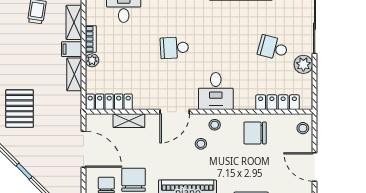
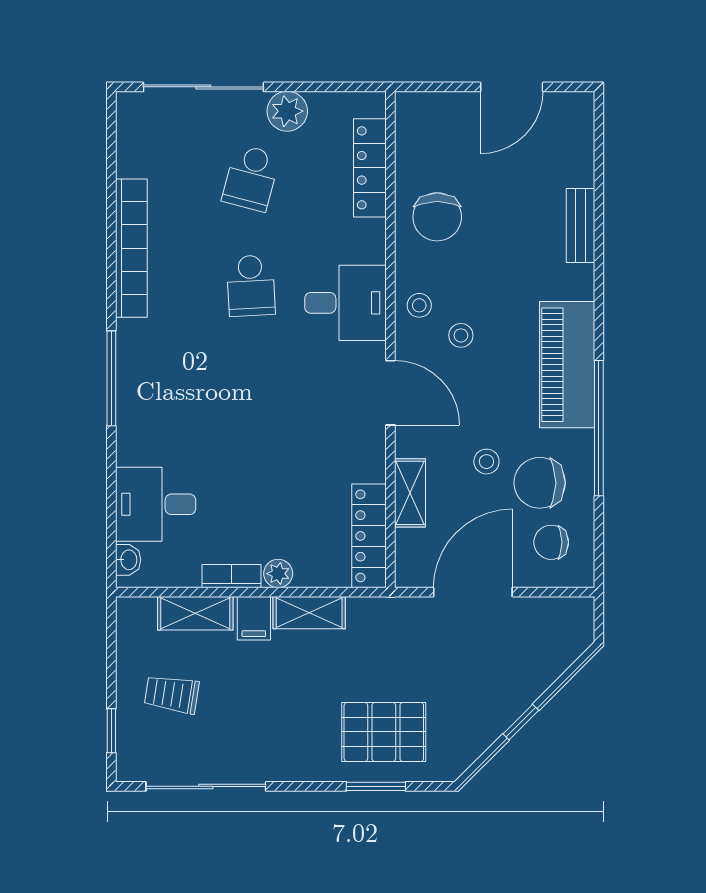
school desk: (174, 48) -> (251, 286), moved
stool: (303, 128) -> (486, 462), moved

